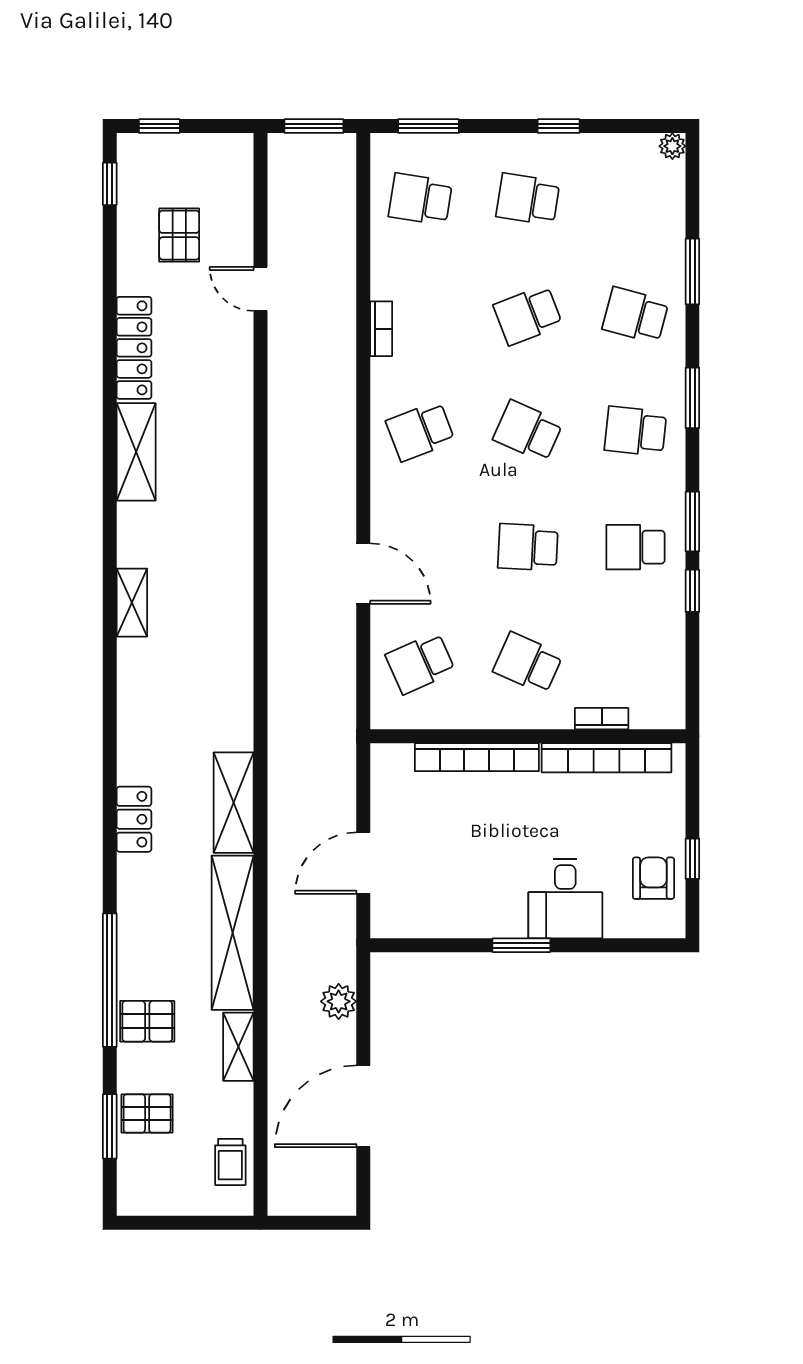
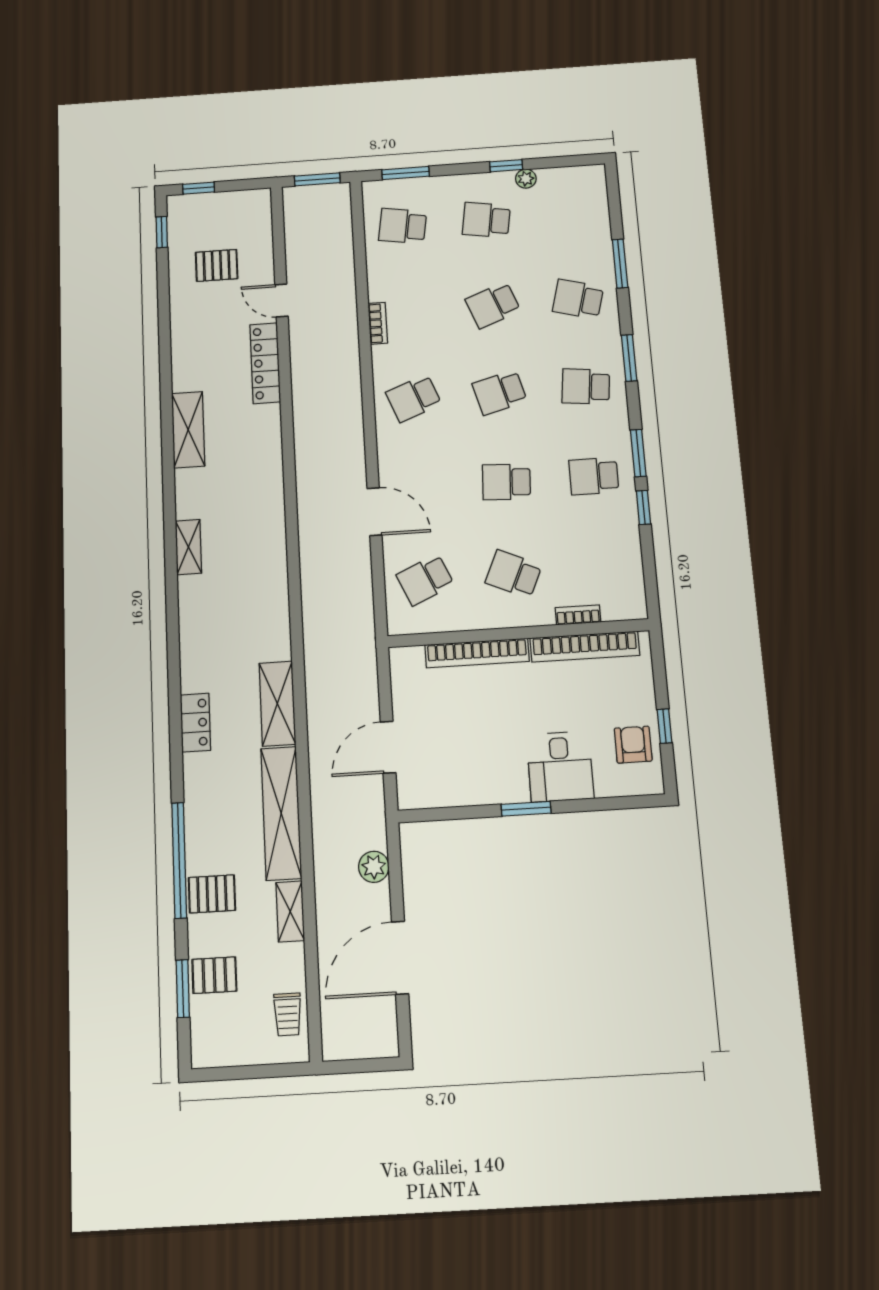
plant: (672, 146) -> (526, 179), moved
pallet: (179, 235) -> (217, 265), turned 90
locker: (134, 348) -> (265, 363), moved, turned 180
school desk: (528, 431) -> (500, 392), turned -39

